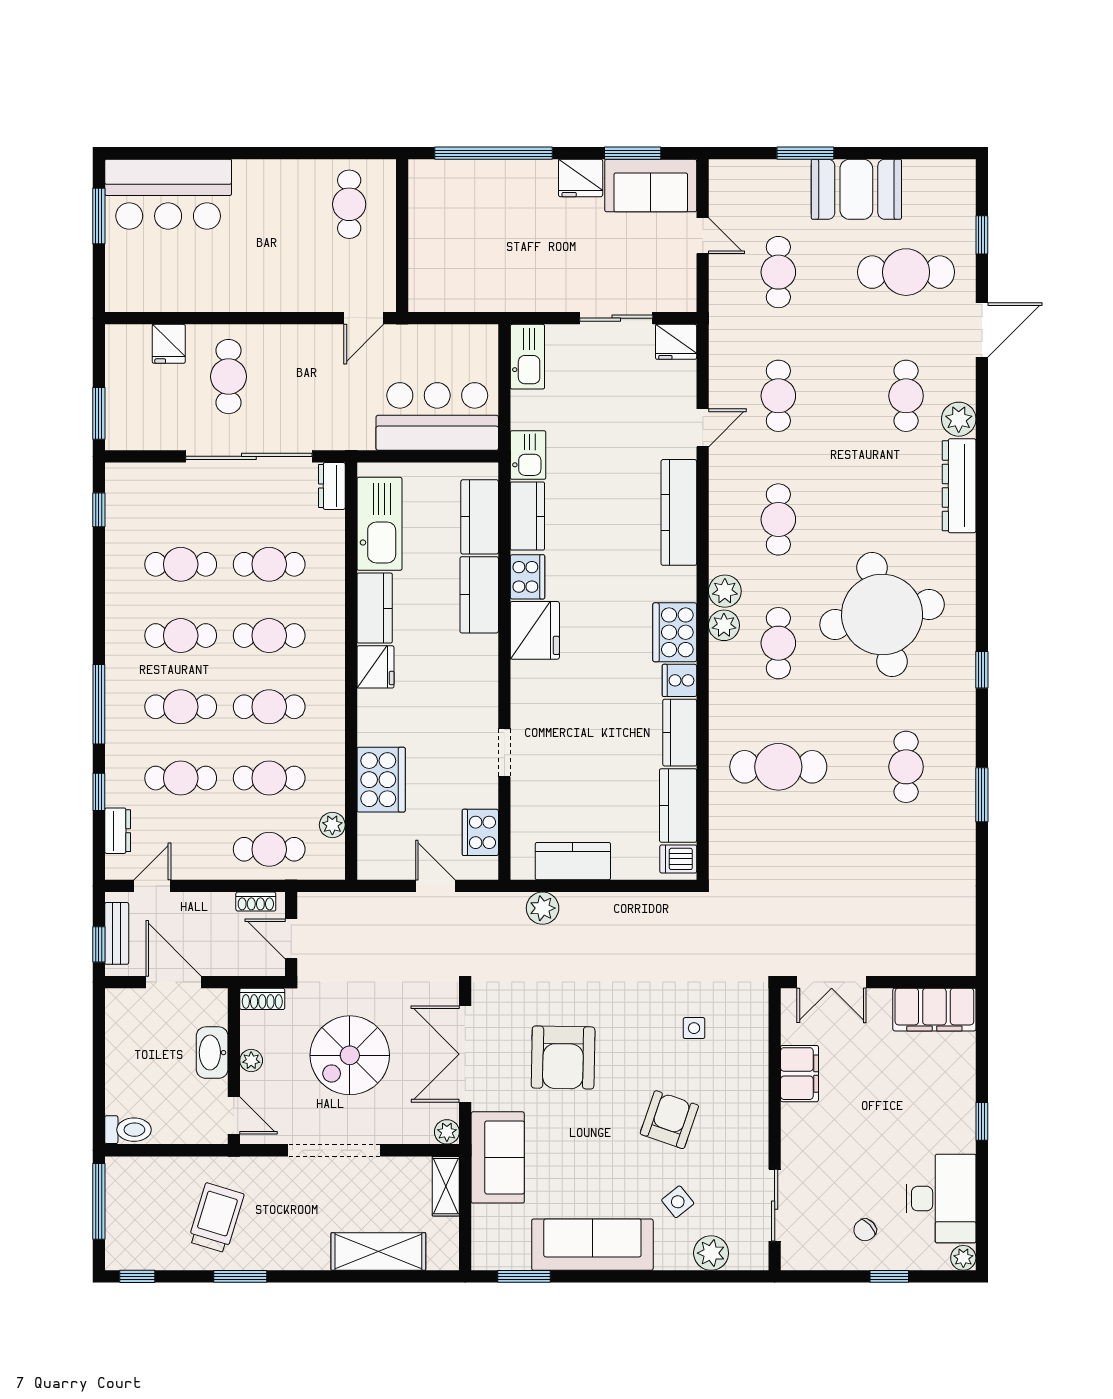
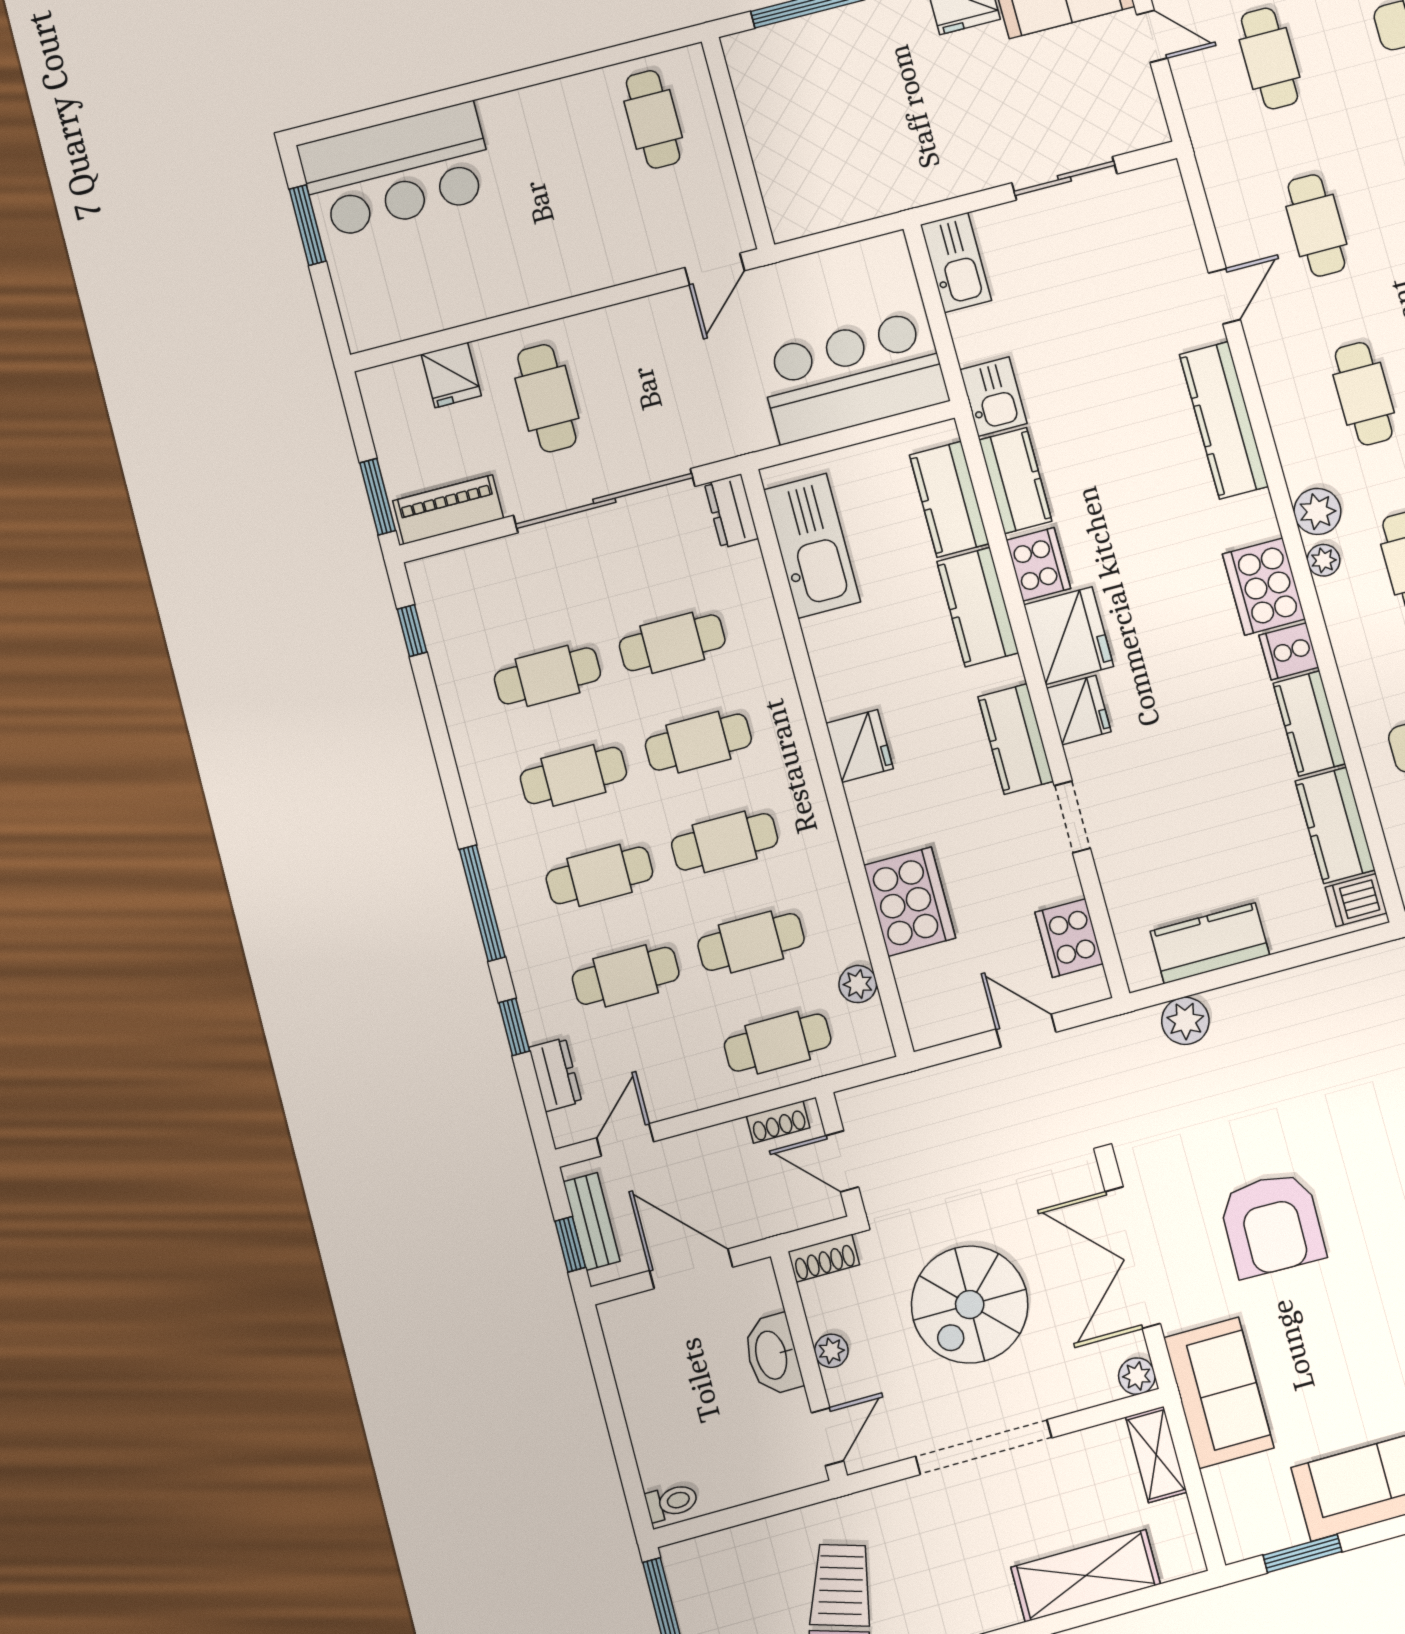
fridge: (676, 342) -> (1079, 710), moved, turned -90
piano: (143, 435) -> (448, 509), added
kitchen counter: (375, 608) -> (1016, 739), moved, turned 180
plant: (724, 625) -> (1324, 560), width x0.73, depth x0.73
door: (234, 1115) -> (827, 1437), hinge flipped
toilet: (128, 1130) -> (672, 1502), width x0.73, depth x0.72

